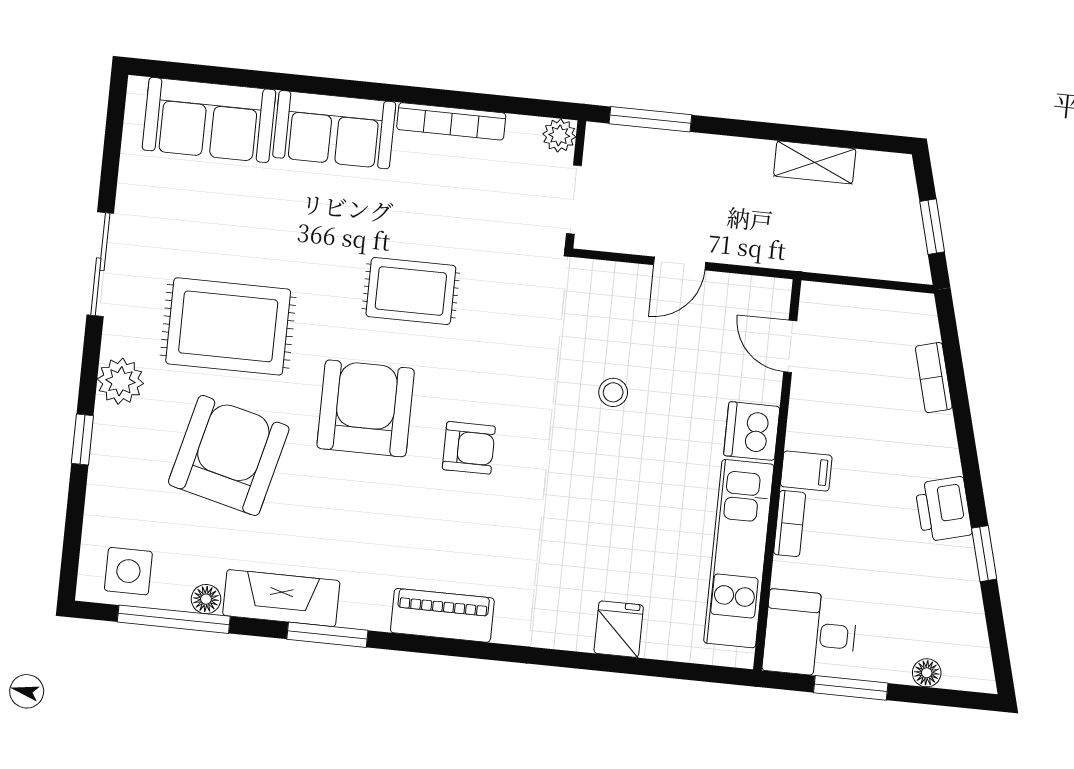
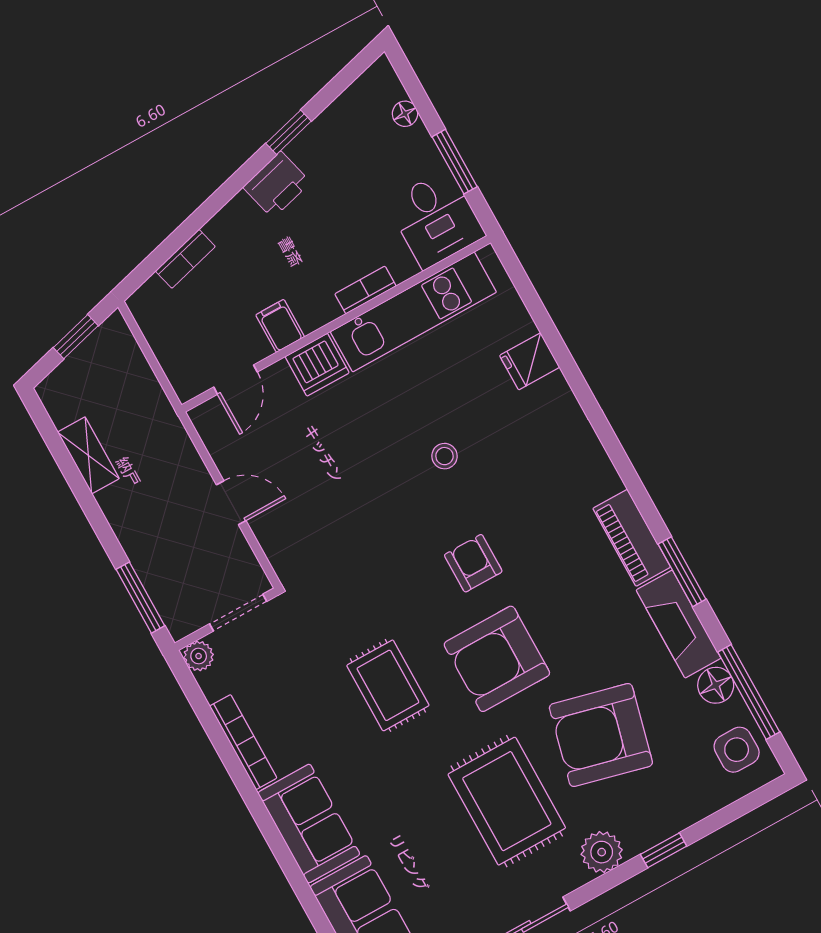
stool: (613, 392) -> (445, 456), moved
filing cabinet: (806, 471) -> (280, 326), moved
floor lamp: (206, 599) -> (716, 685), width x1.37, depth x1.37
piano: (442, 615) -> (632, 538), moved

